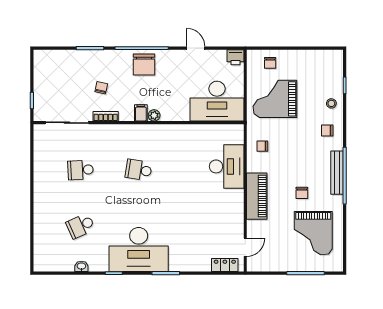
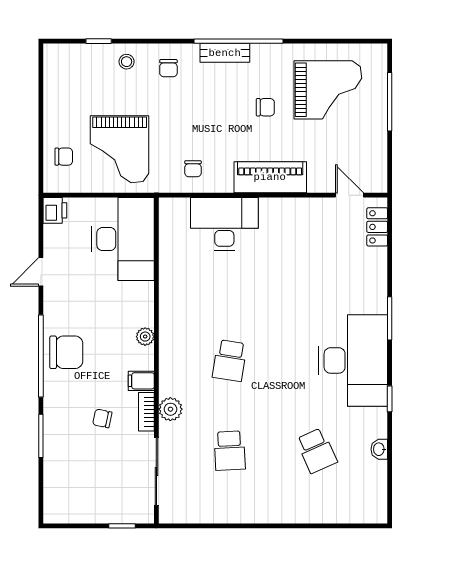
filing cabinet: (141, 113) -> (141, 381), moved
plant: (107, 132) -> (170, 409), added
bench: (337, 173) -> (225, 53), width x0.73

